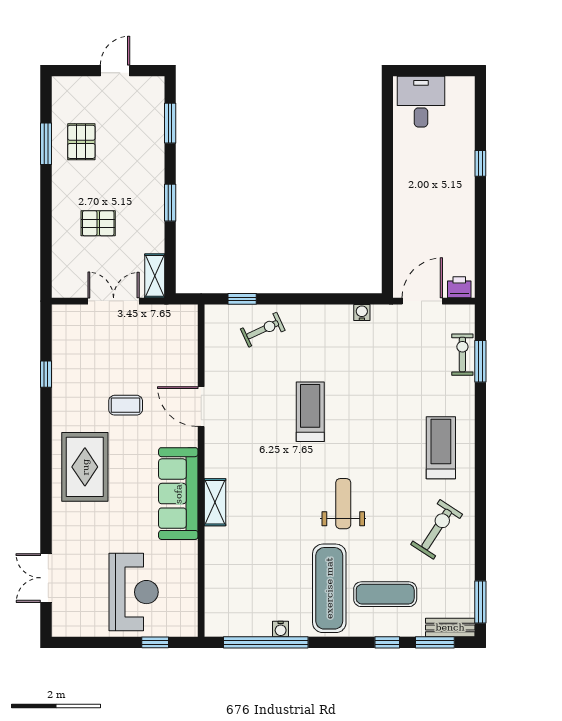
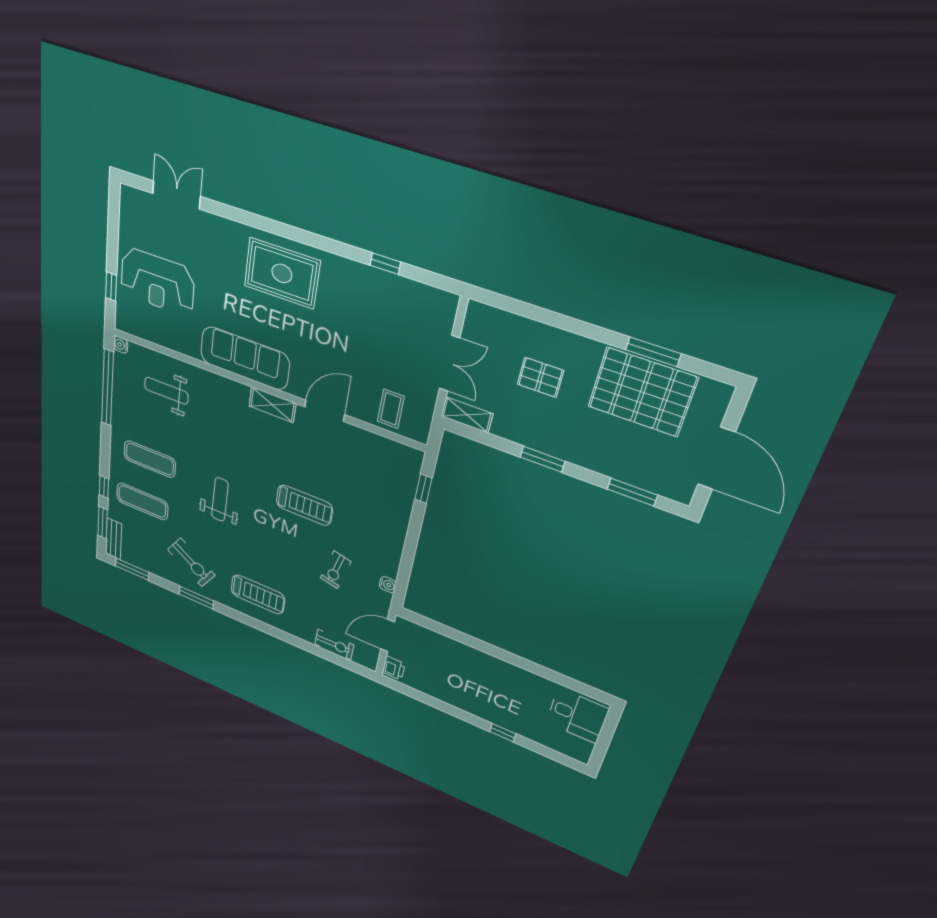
door: (115, 71) -> (716, 458), width x1.88
pallet: (81, 142) -> (642, 392), width x2.05, depth x2.00
pallet: (98, 223) -> (540, 377), turned 90
door: (422, 301) -> (388, 636), swing flipped
exercise bike: (263, 330) -> (336, 570), moved, turned 38
window: (480, 361) -> (196, 598), moved
coffee table: (126, 405) -> (391, 409), moved
shelving: (215, 502) -> (272, 405), moved
weight bench: (343, 504) -> (220, 499), turned -90
weight bench: (243, 574) -> (166, 391), added
exercise mat: (329, 588) -> (150, 459), width x0.73, depth x0.69
exercise mat: (385, 594) -> (142, 501), turned 90
water cooler: (281, 629) -> (121, 345), moved

